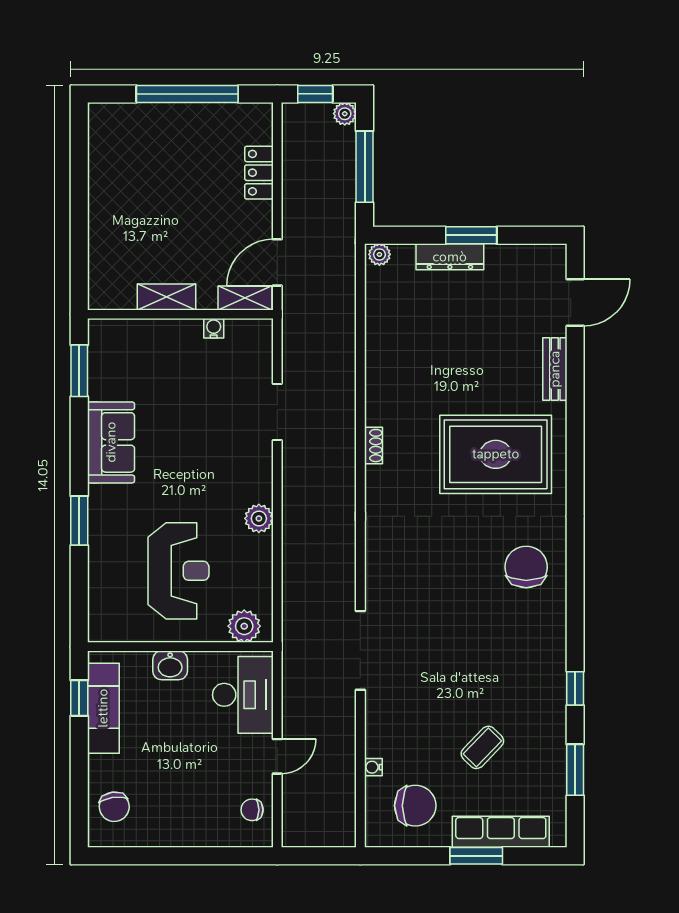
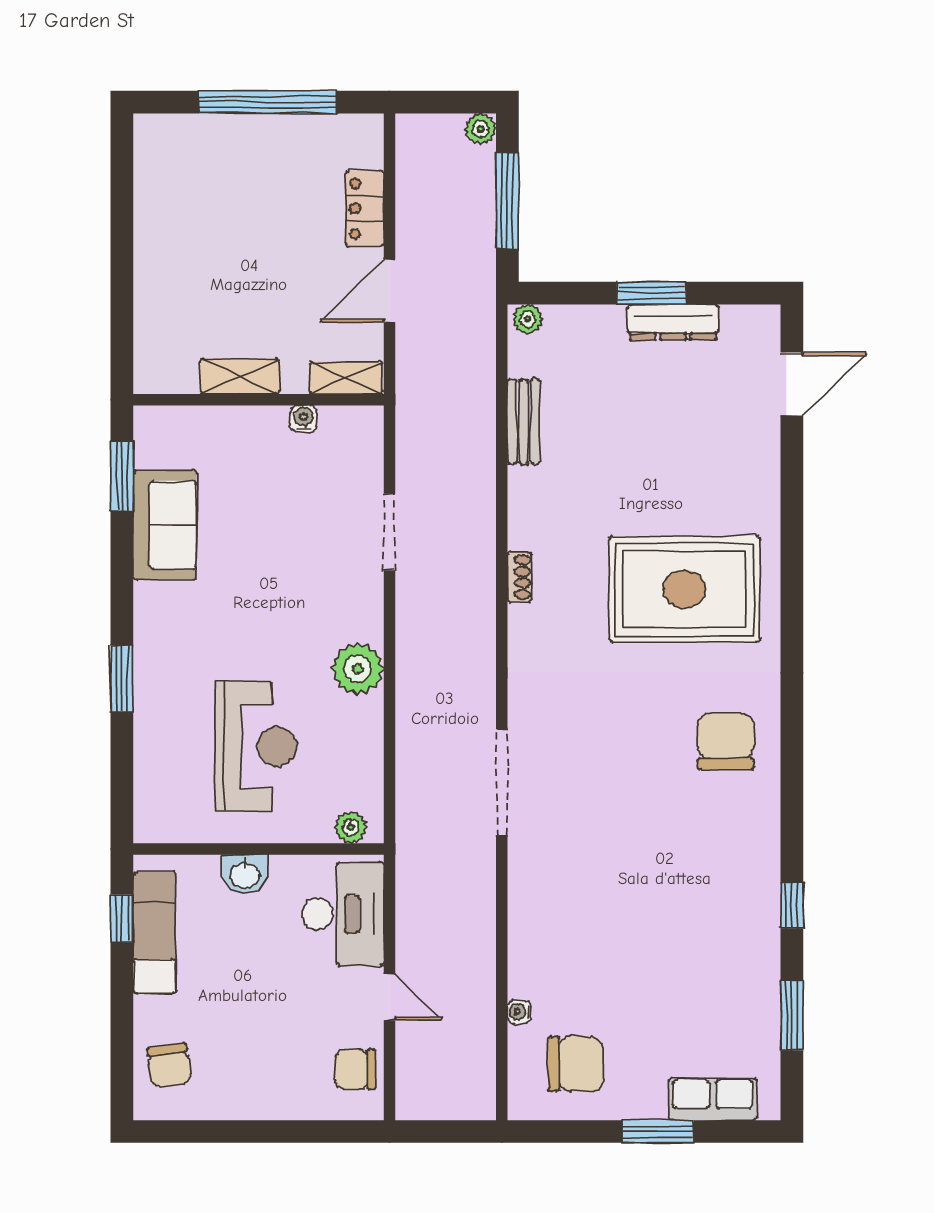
window: (315, 94) -> (441, 102), removed
dresser: (450, 257) -> (673, 322), moved
door: (277, 262) -> (389, 291), moved
bench: (555, 369) -> (524, 422), moved
sofa: (111, 442) -> (165, 525), moved
plant: (259, 518) -> (358, 669), width x1.36, depth x1.36
plant: (244, 626) -> (351, 827), width x0.73, depth x0.73
doorway: (360, 650) -> (502, 782), moved
coffee table: (482, 747) -> (667, 985), removed
door: (277, 756) -> (389, 997), hinge flipped
chair: (252, 810) -> (355, 1069), width x1.37, depth x1.37
row of seats: (501, 832) -> (713, 1099), width x0.68

